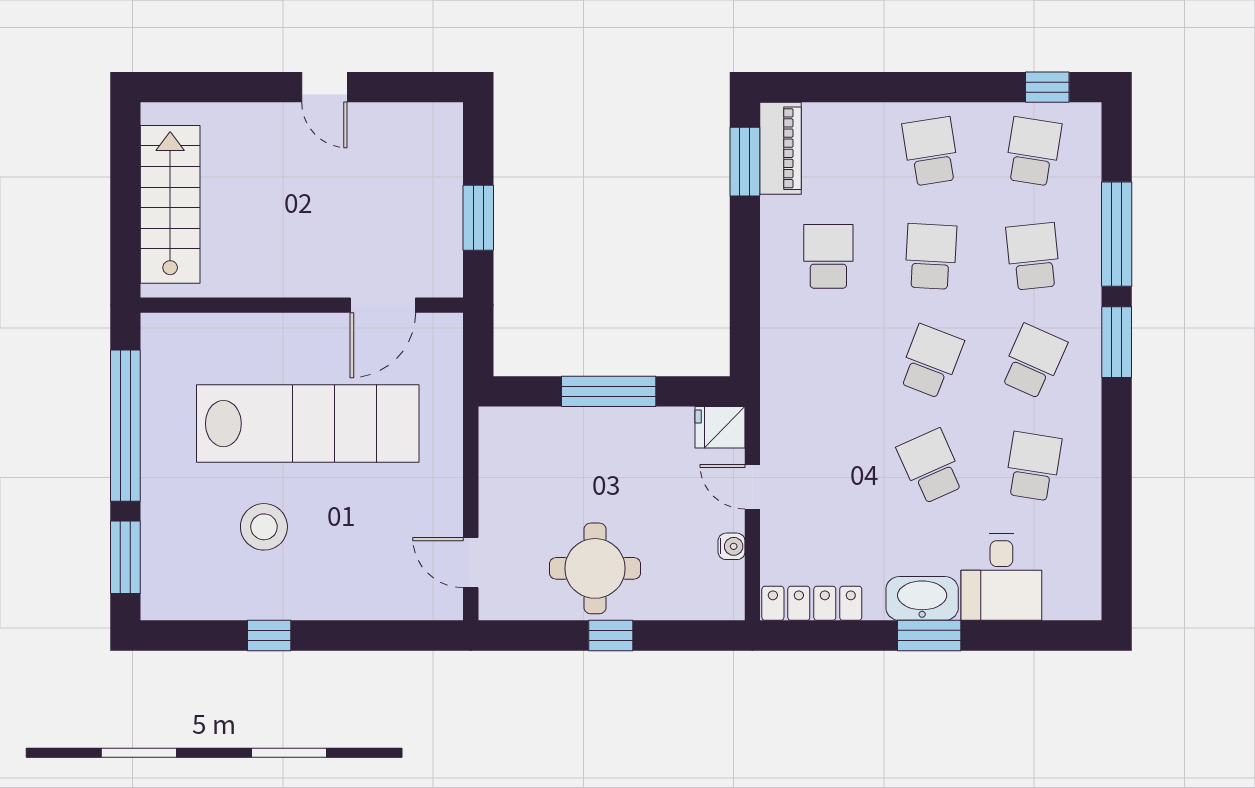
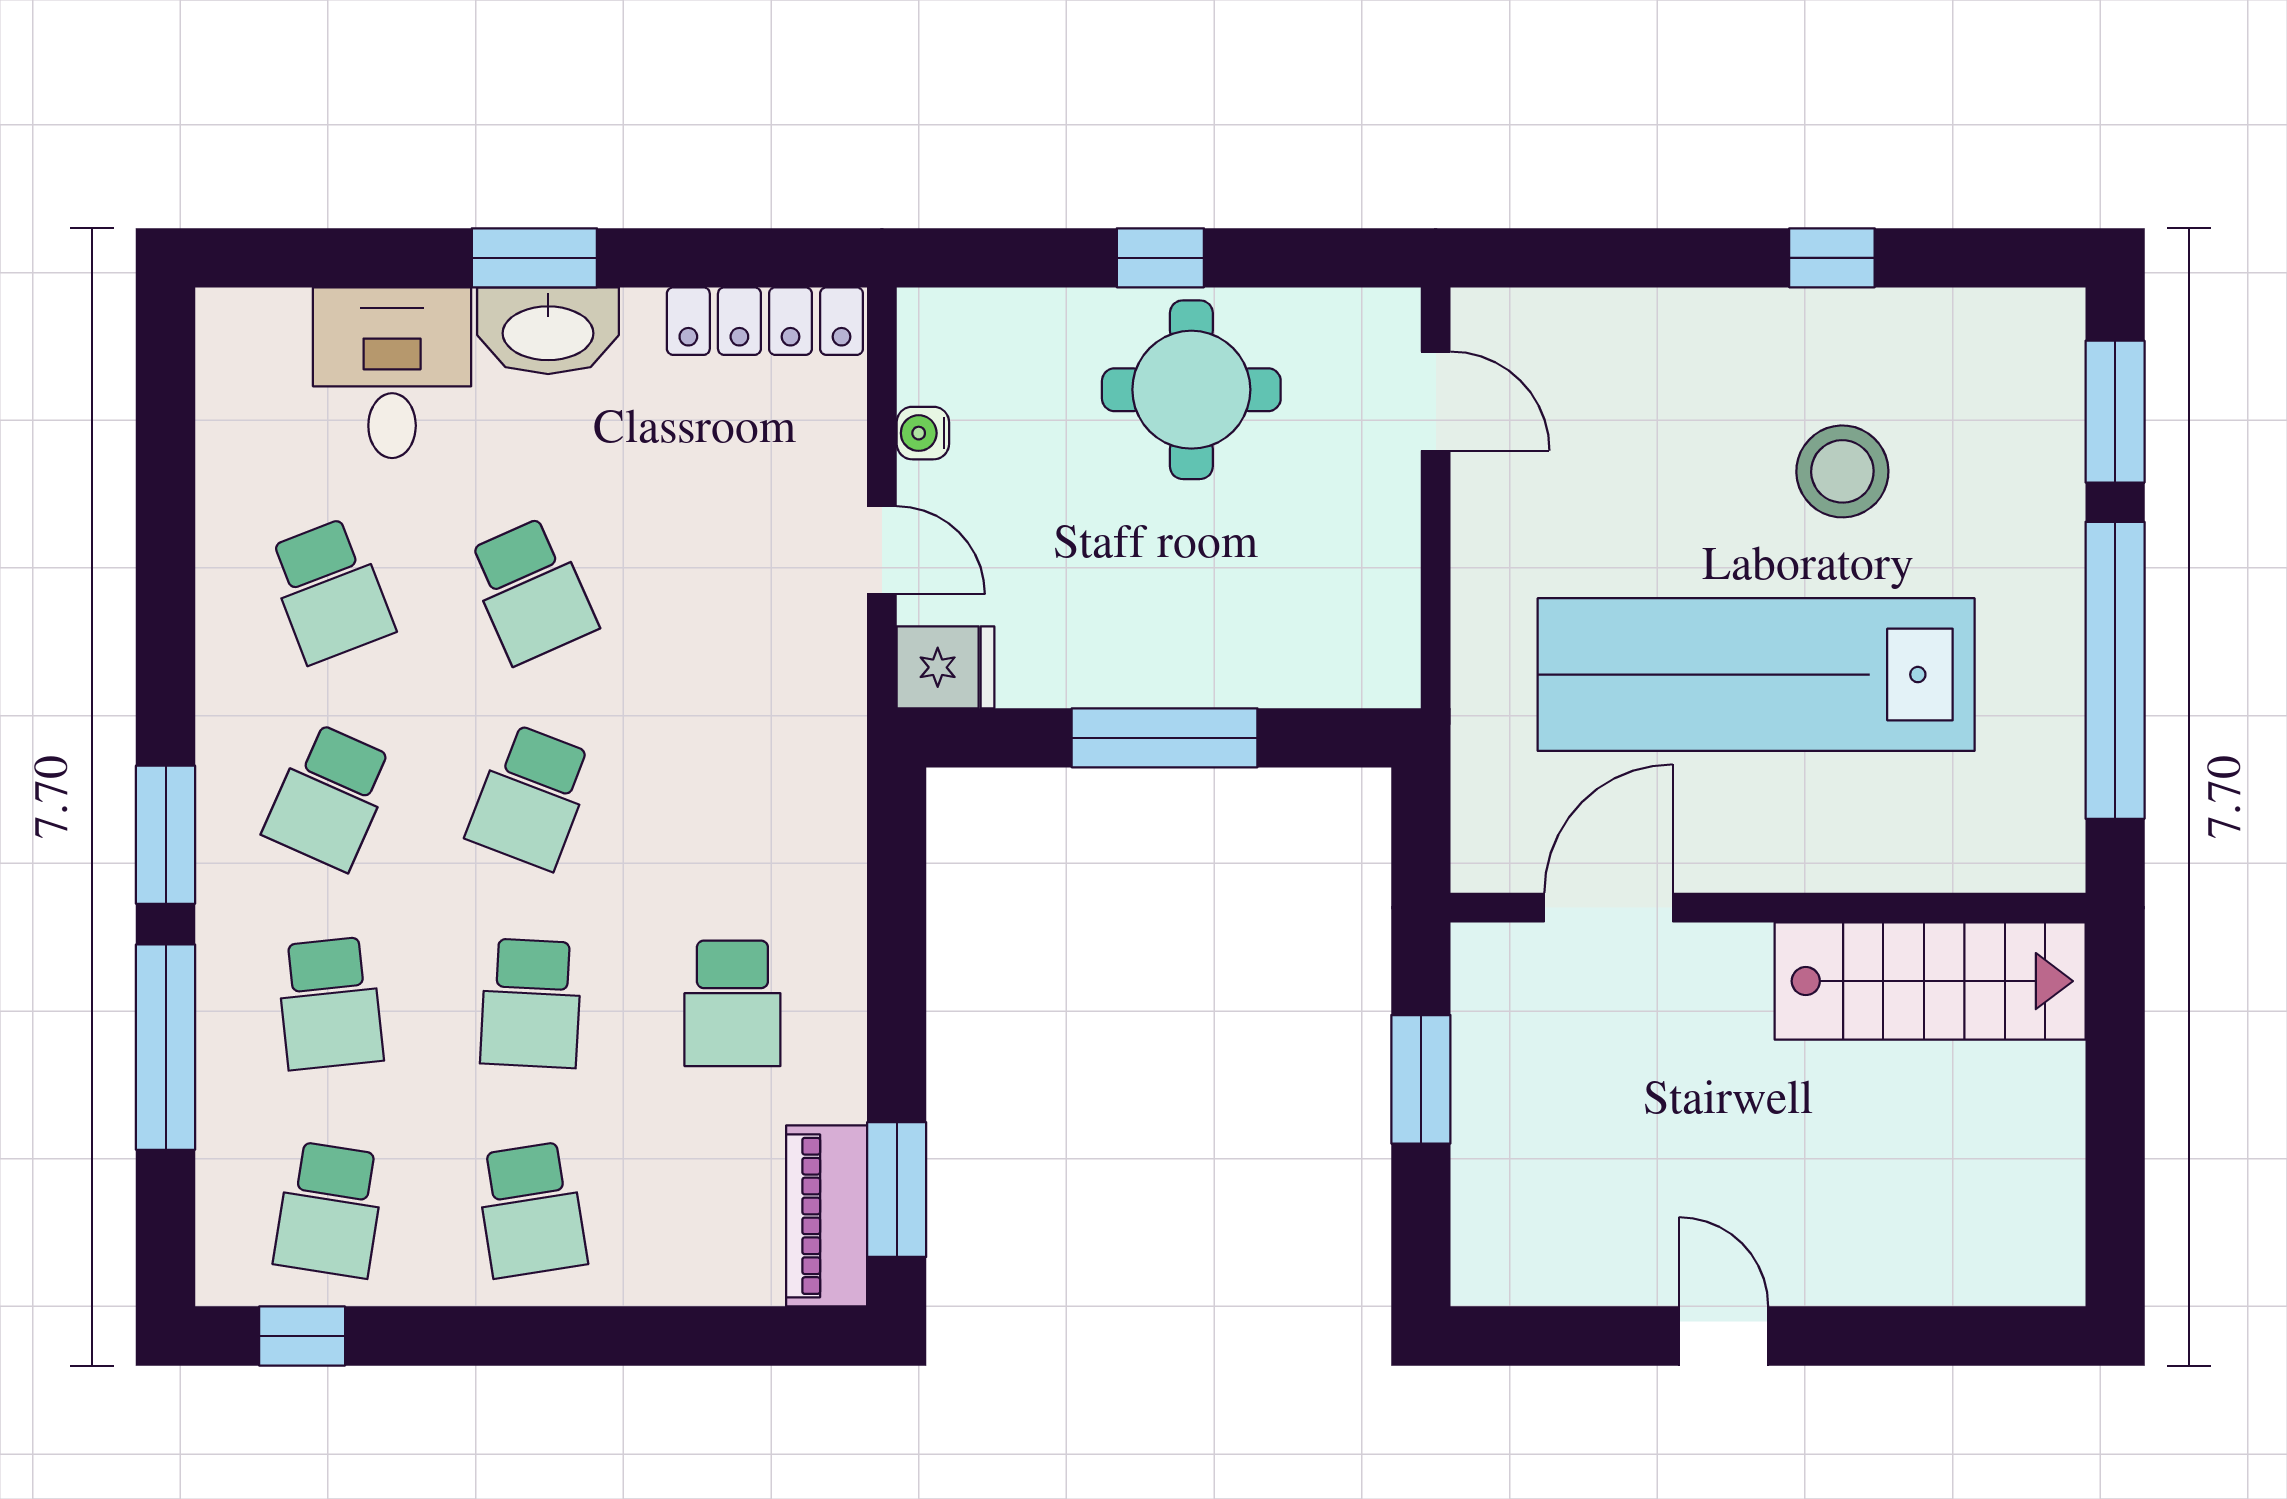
stairs: (170, 204) -> (1930, 981), moved, turned -90
school desk: (1033, 466) -> (330, 590), turned -30

